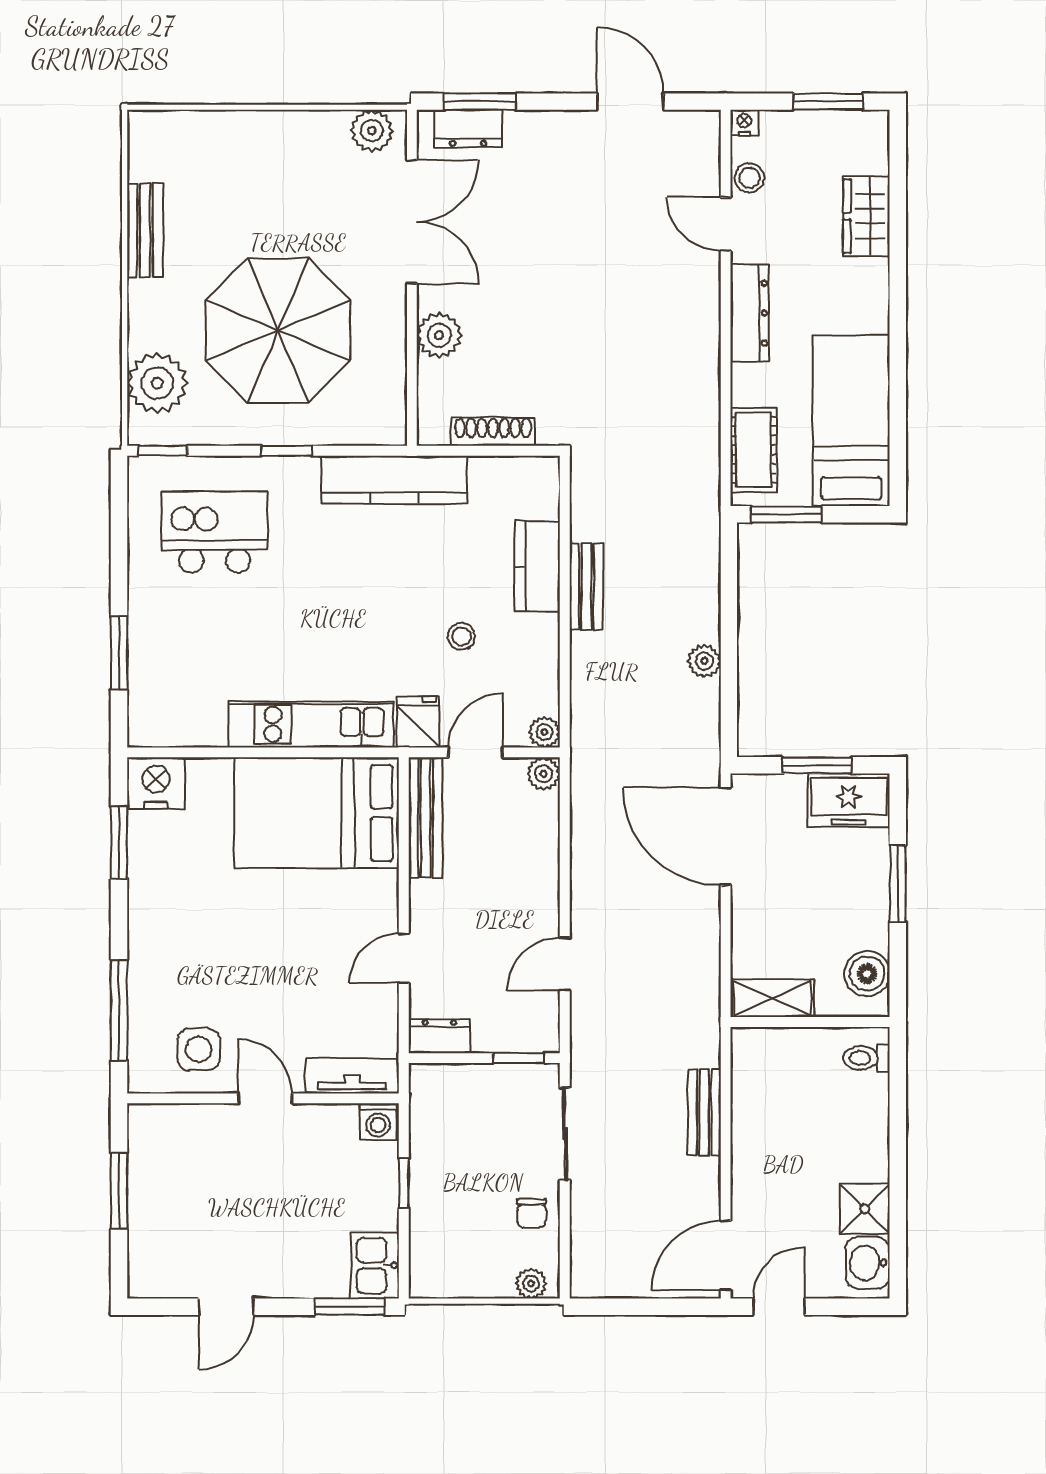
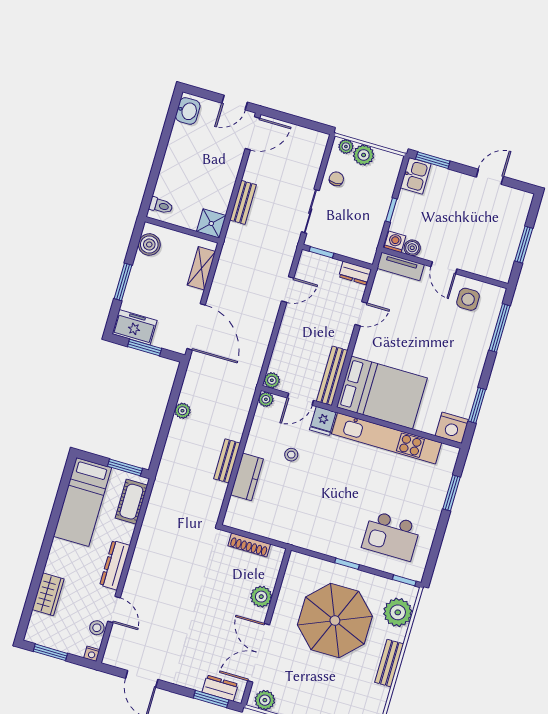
bench: (145, 230) -> (389, 663), moved
kitchen counter: (394, 480) -> (301, 536), removed
kitchen unit: (311, 724) -> (386, 438), width x1.36
shelving: (772, 998) -> (201, 268), moved, turned 90
boiler: (340, 1120) -> (412, 248), added
shower: (865, 1209) -> (211, 223), moved
plant: (491, 1277) -> (364, 155), added

